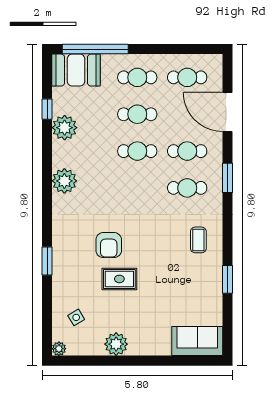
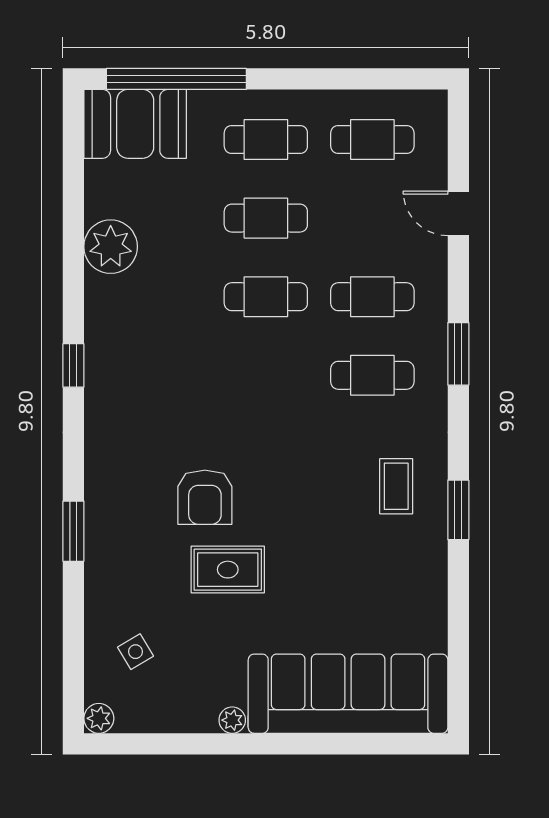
window: (47, 109) -> (73, 365), moved
door: (227, 112) -> (458, 213), width x0.53
plant: (64, 181) -> (110, 360), removed
window: (227, 279) -> (458, 510), moved
sofa: (197, 341) -> (348, 694), width x1.85, depth x1.27
plant: (116, 344) -> (232, 720), width x0.53, depth x0.53

